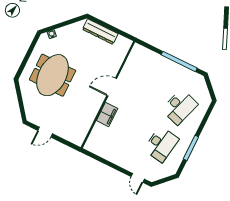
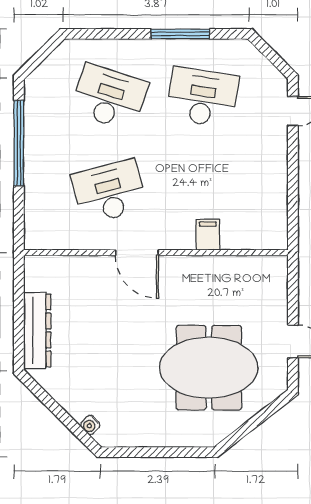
meeting table: (53, 75) -> (209, 368), moved
desk: (142, 88) -> (109, 192), added
filing cabinet: (107, 114) -> (208, 235), width x0.50

